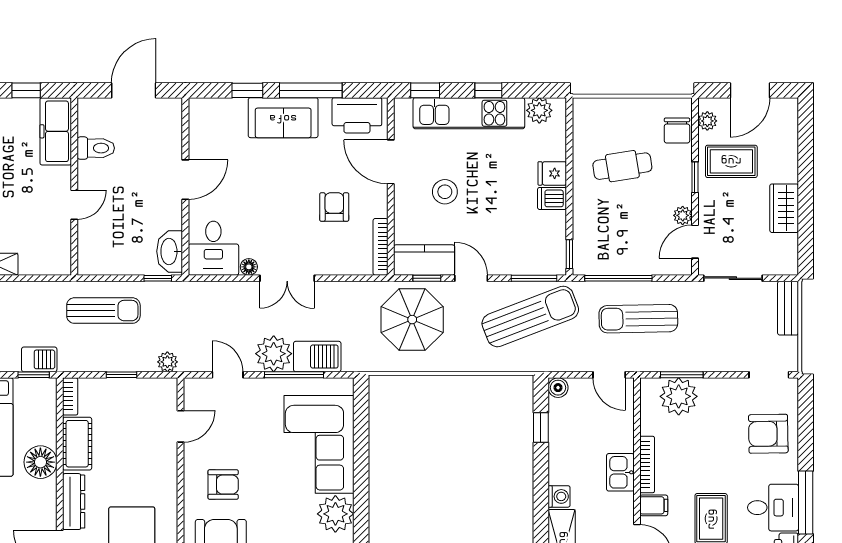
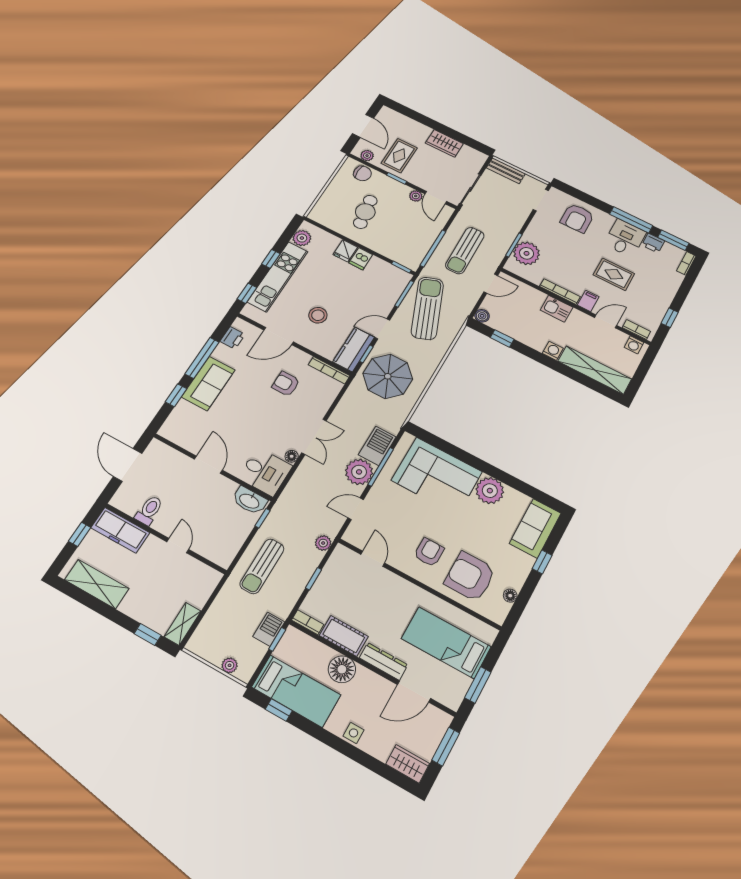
printer: (357, 115) -> (233, 338), width x0.53, depth x0.68
sun lounger: (103, 311) -> (262, 566), turned 180

